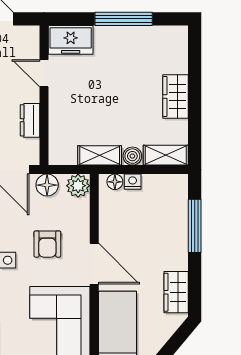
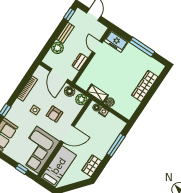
wardrobe: (175, 96) -> (145, 86), width x1.50
shelving: (166, 155) -> (123, 110), removed
door: (94, 264) -> (67, 134), hinge flipped

